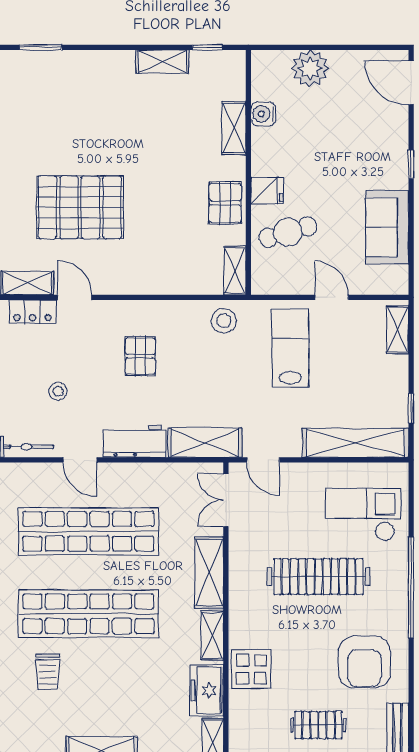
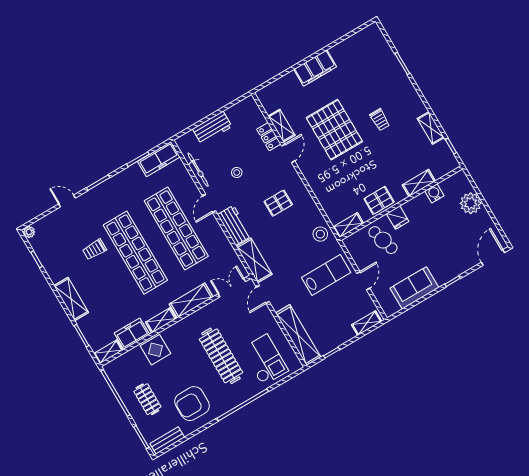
trolley: (105, 131) -> (380, 120), added

